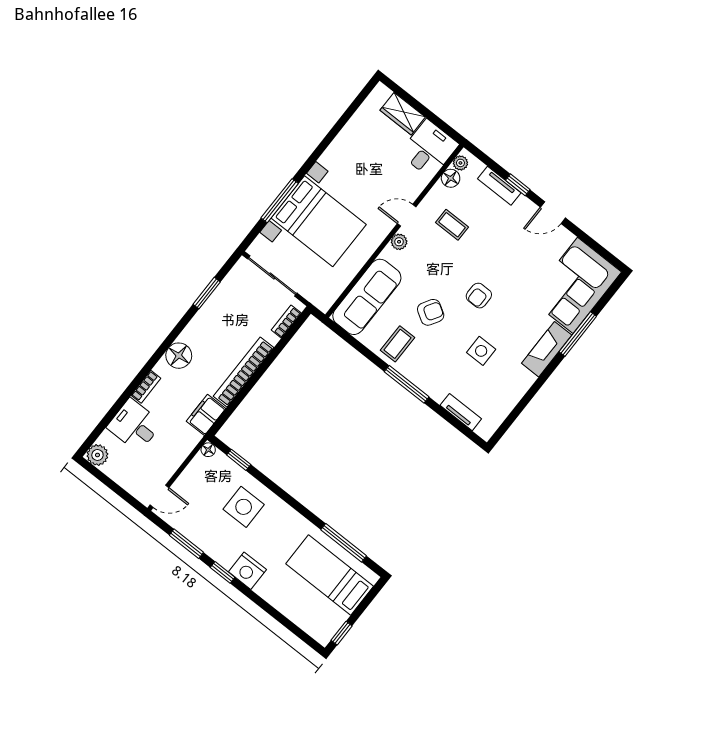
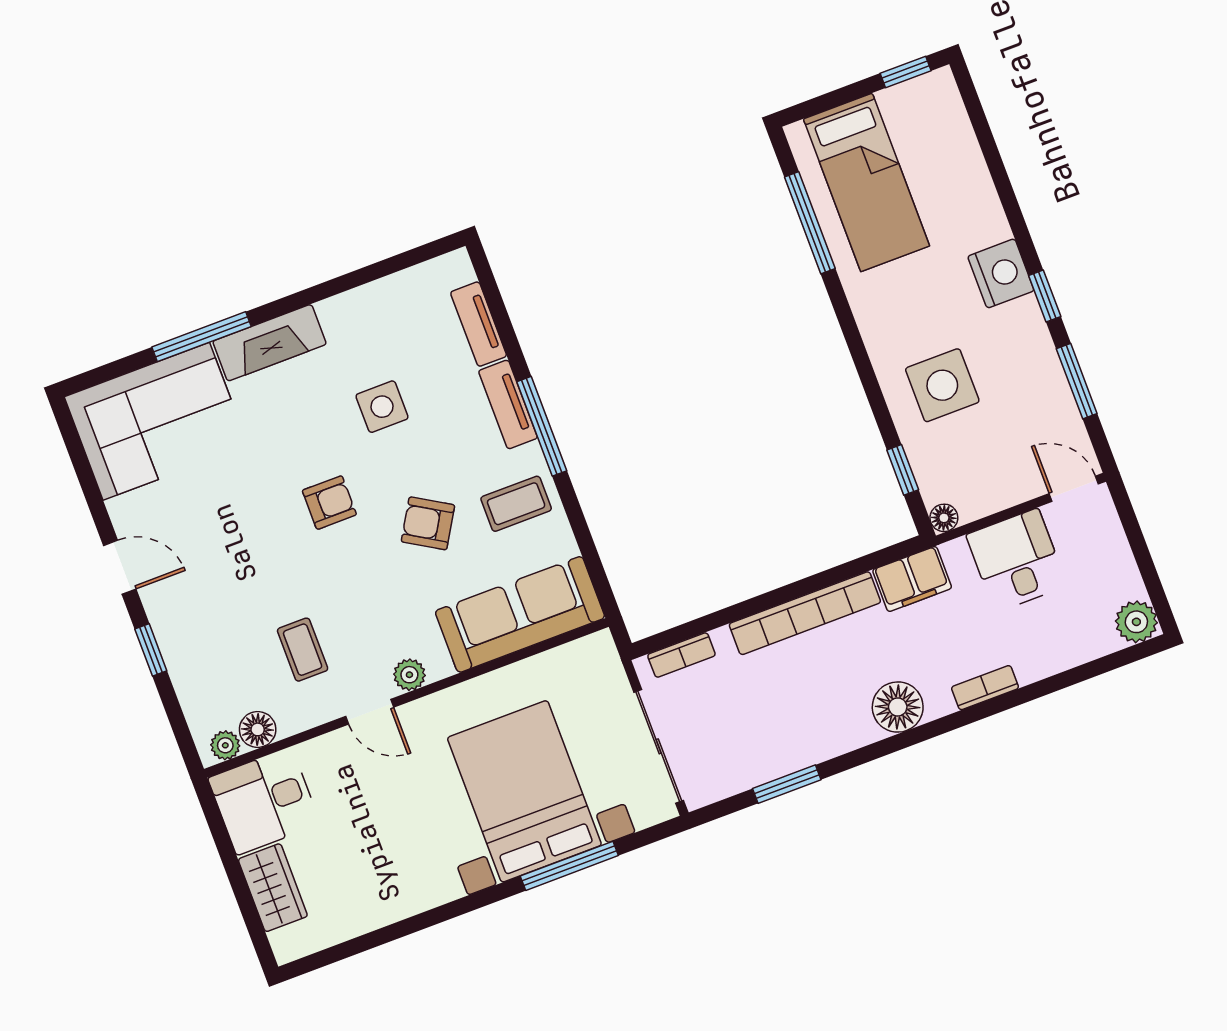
tv unit: (499, 186) -> (508, 404), moved, turned 180
desk: (134, 425) -> (1017, 560), moved, turned 180

